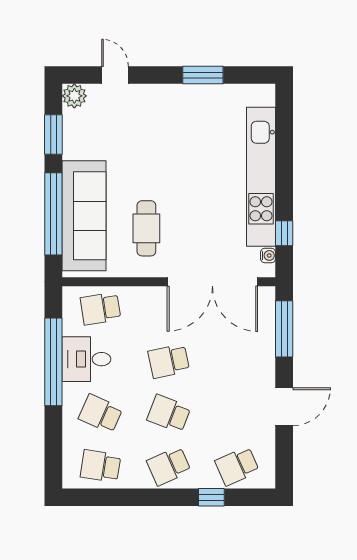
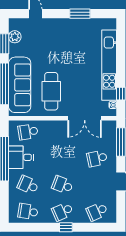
plant: (74, 96) -> (15, 37), moved
cafe table: (146, 228) -> (51, 91), width x1.37, depth x1.35
double door: (212, 282) -> (85, 118), width x0.73
school desk: (169, 361) -> (97, 158), moved
window: (211, 497) -> (66, 227), moved

